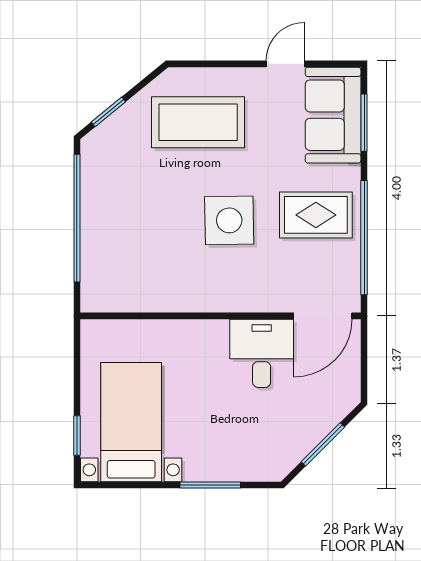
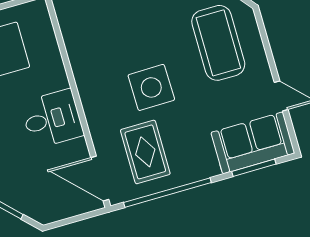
rug: (316, 215) -> (145, 152), moved
desk: (262, 353) -> (52, 119), moved

